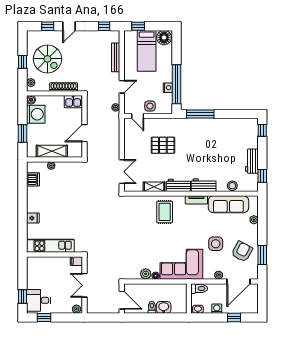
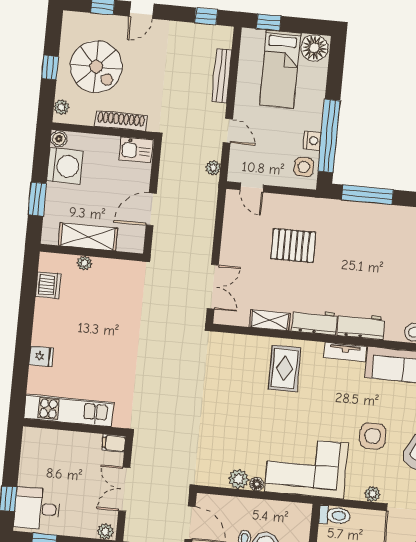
door: (122, 87) -> (228, 131), hinge flipped
side table: (150, 106) -> (304, 167), moved

